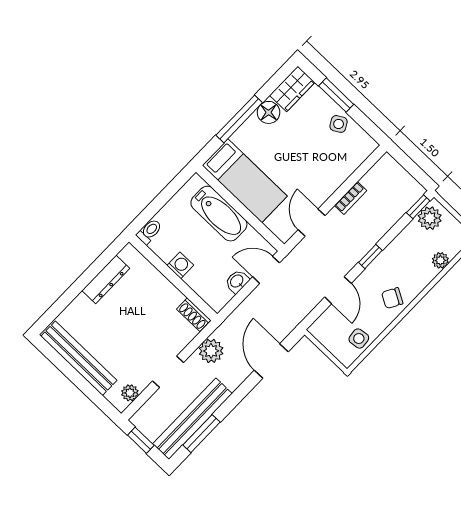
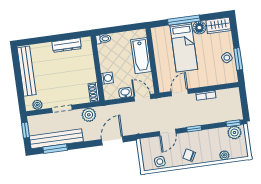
window: (336, 95) -> (238, 59), moved
bed: (245, 181) -> (184, 47), moved
washing machine: (180, 265) -> (107, 78), moved

